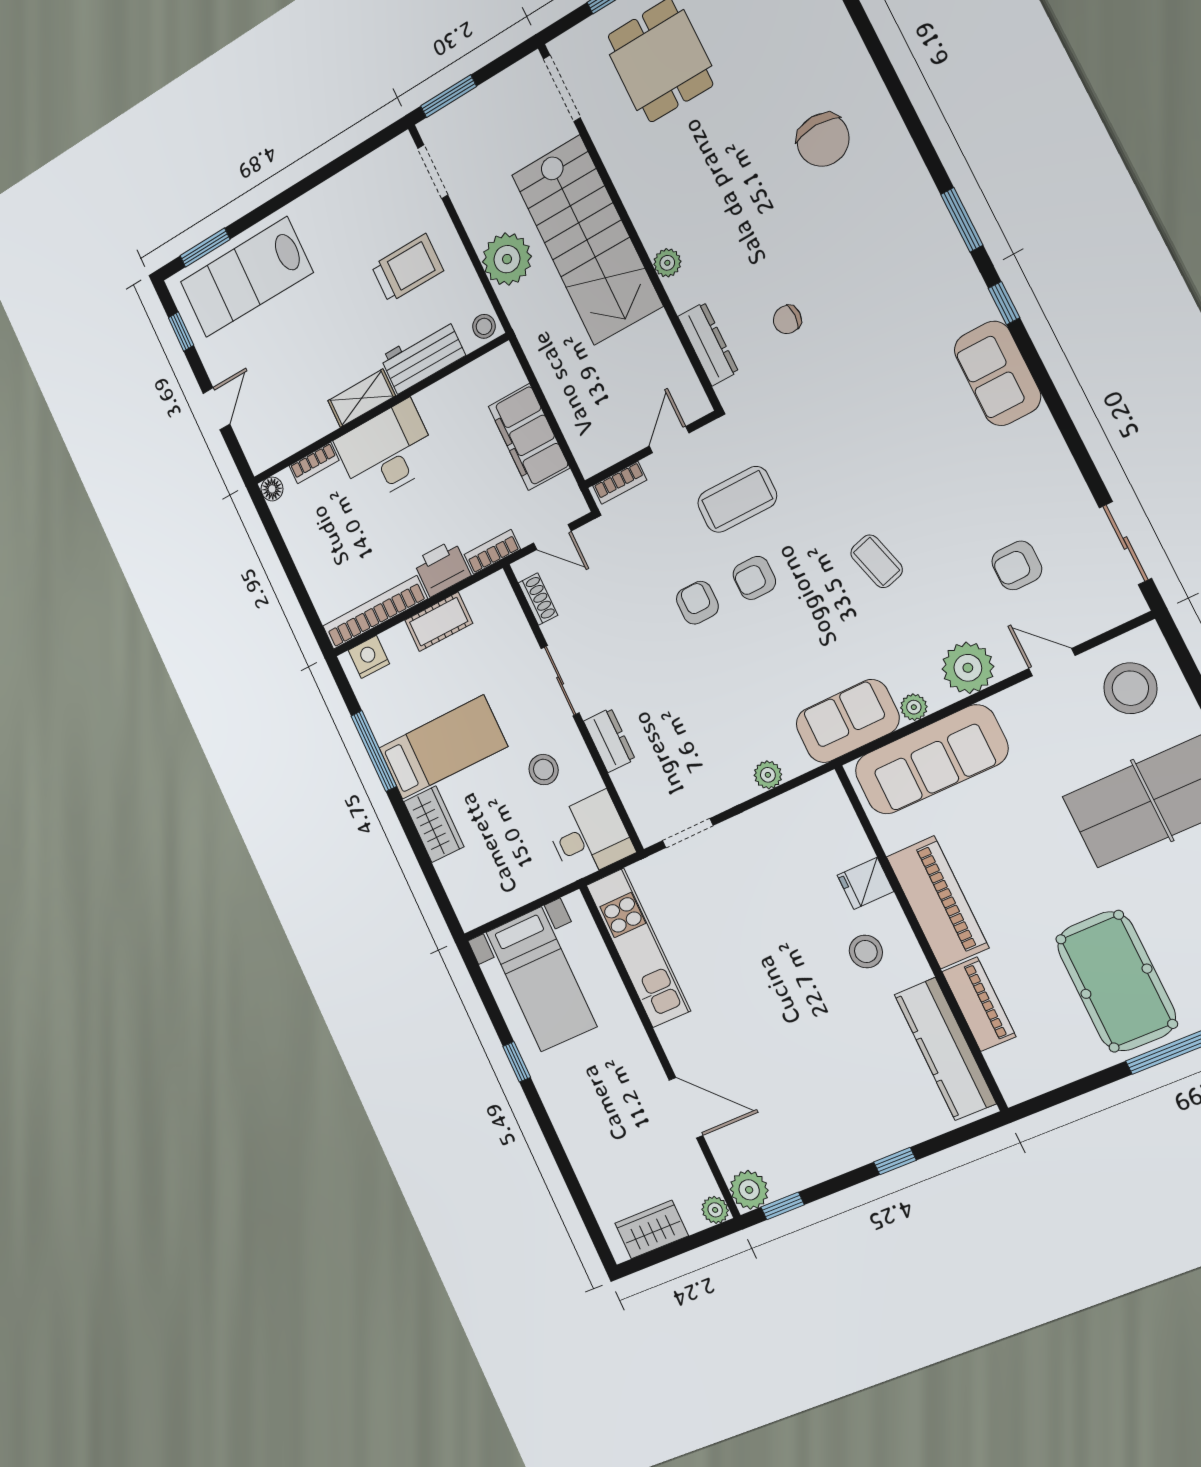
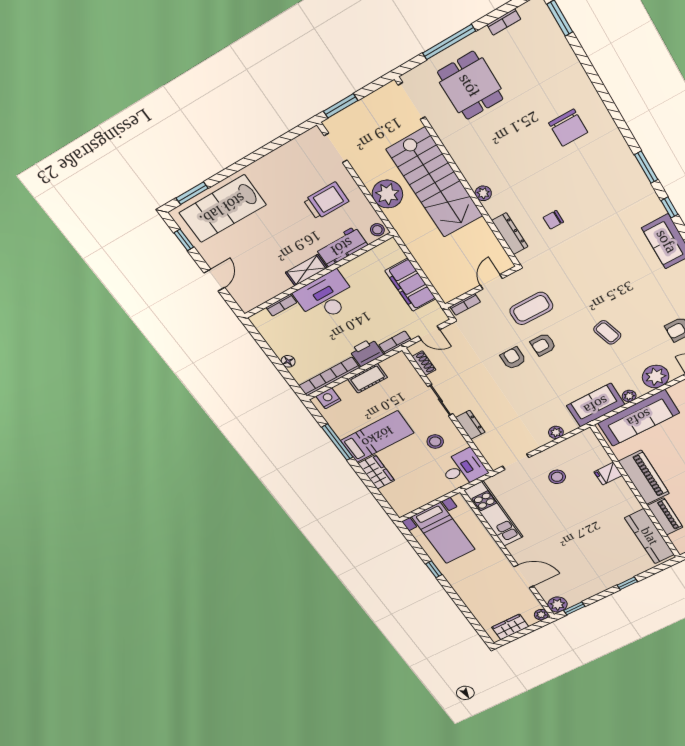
floor lamp: (272, 489) -> (288, 361), moved
stool: (866, 952) -> (557, 477), moved

